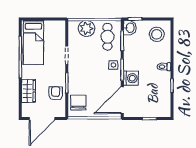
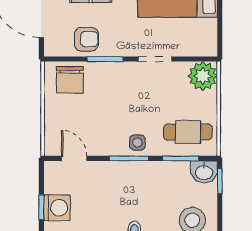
plant: (86, 28) -> (203, 76), moved
washing machine: (131, 78) -> (57, 208), moved, turned -90
door: (122, 100) -> (74, 158), width x0.53
chair: (78, 103) -> (70, 80), turned 90

